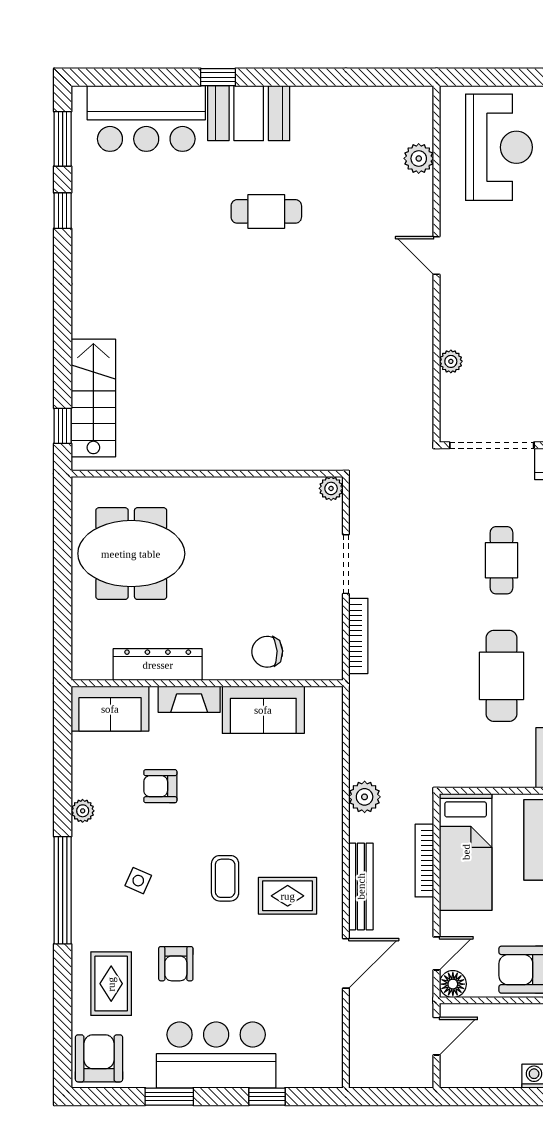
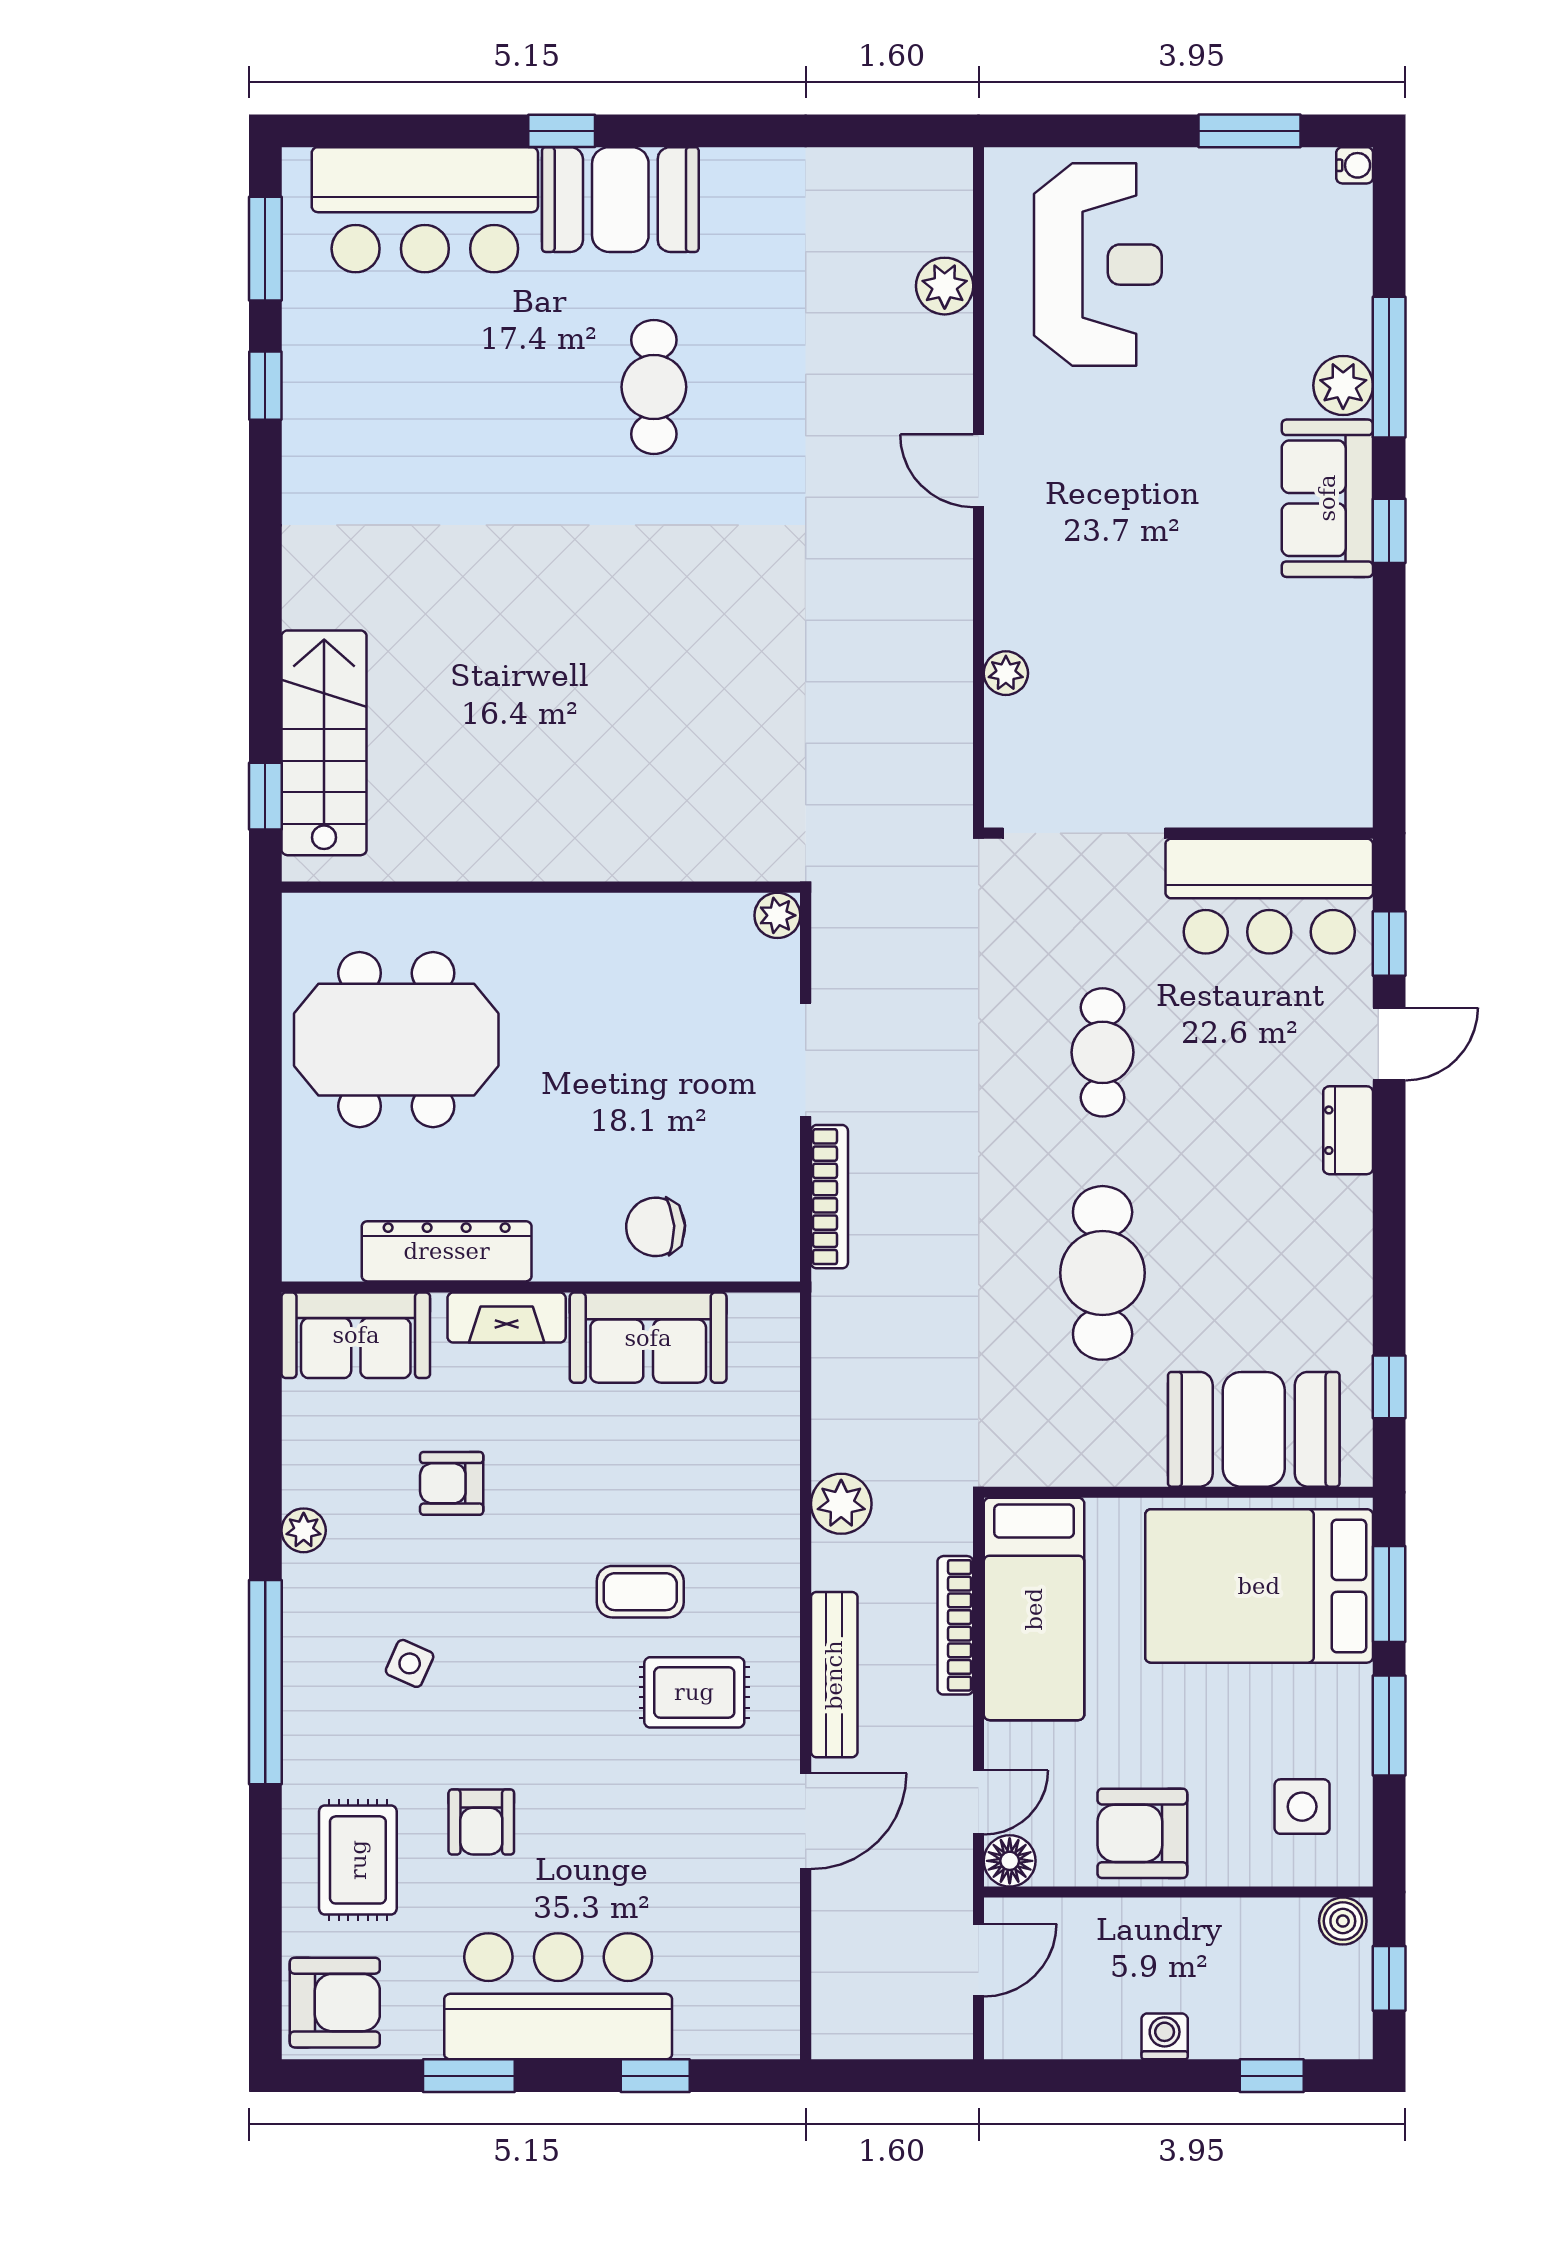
cafe table: (266, 211) -> (654, 387), turned 90
coffee table: (225, 878) -> (640, 1592), moved, turned 90
armchair: (99, 1058) -> (335, 2003), turned 90

